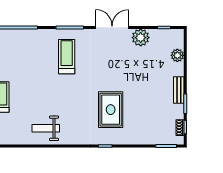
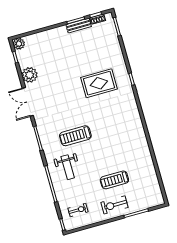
plant: (177, 55) -> (19, 44), moved
treadmill: (67, 57) -> (75, 136), moved
bench: (179, 90) -> (79, 26), moved
weight bench: (46, 128) -> (68, 167), moved

